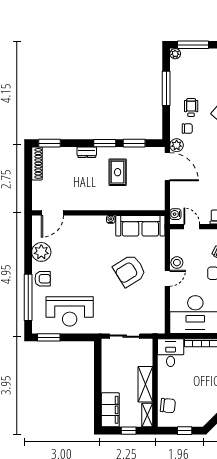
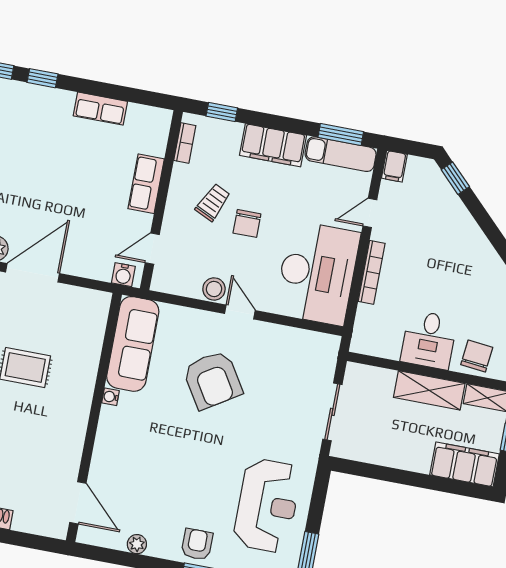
plant: (41, 252) -> (137, 544), width x0.53, depth x0.53
desk: (171, 353) -> (429, 340), moved, turned -90

